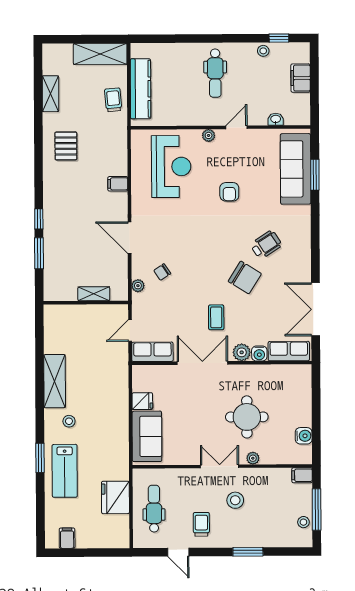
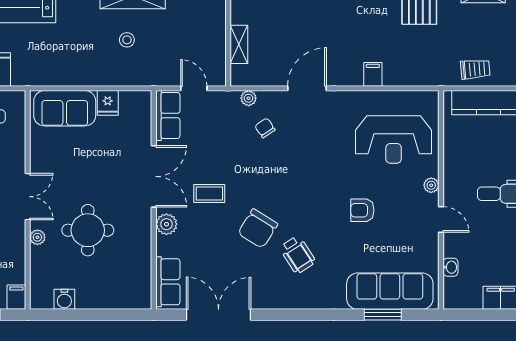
water cooler: (259, 353) -> (165, 246), removed
stool: (69, 421) -> (127, 40), moved

